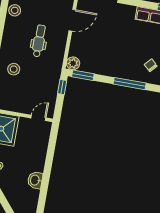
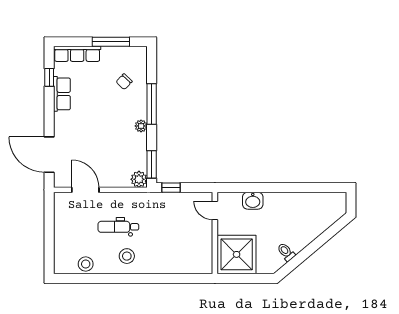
stool: (14, 69) -> (127, 256), moved
plant: (114, 72) -> (141, 126), added
washbasin: (35, 180) -> (253, 201), moved

